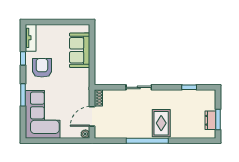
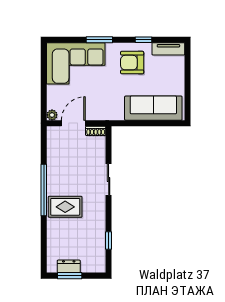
sofa: (80, 50) -> (153, 108), width x1.36
armchair: (42, 68) -> (132, 63), turned 180
door: (92, 116) -> (73, 123), hinge flipped

